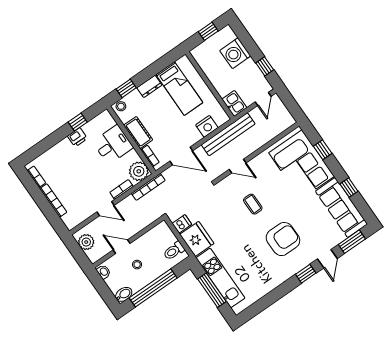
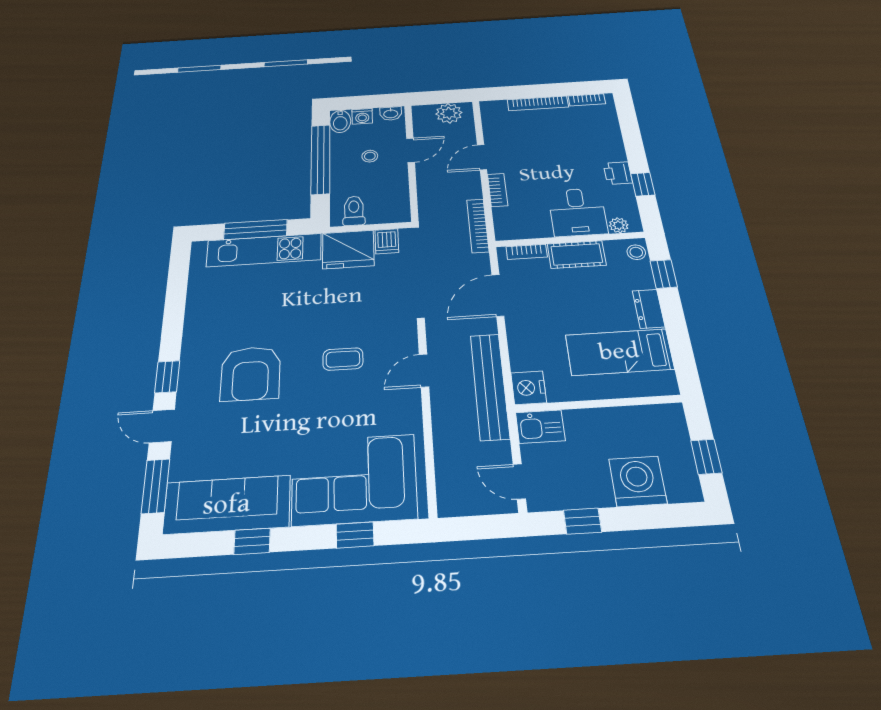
nightstand: (207, 126) -> (529, 388), moved
plant: (139, 171) -> (619, 225), moved, width x0.53, depth x0.53
washing machine: (114, 285) -> (362, 116), added

